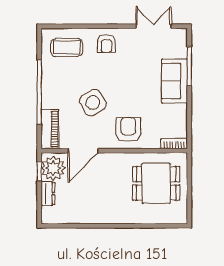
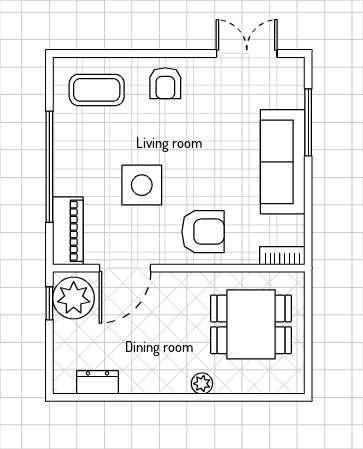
sofa: (174, 81) -> (283, 162), width x1.36
side table: (93, 103) -> (142, 185), turned 30
armchair: (128, 130) -> (203, 232), turned 90
dresser: (48, 194) -> (97, 382), moved, turned -90
plant: (128, 218) -> (202, 384), added

